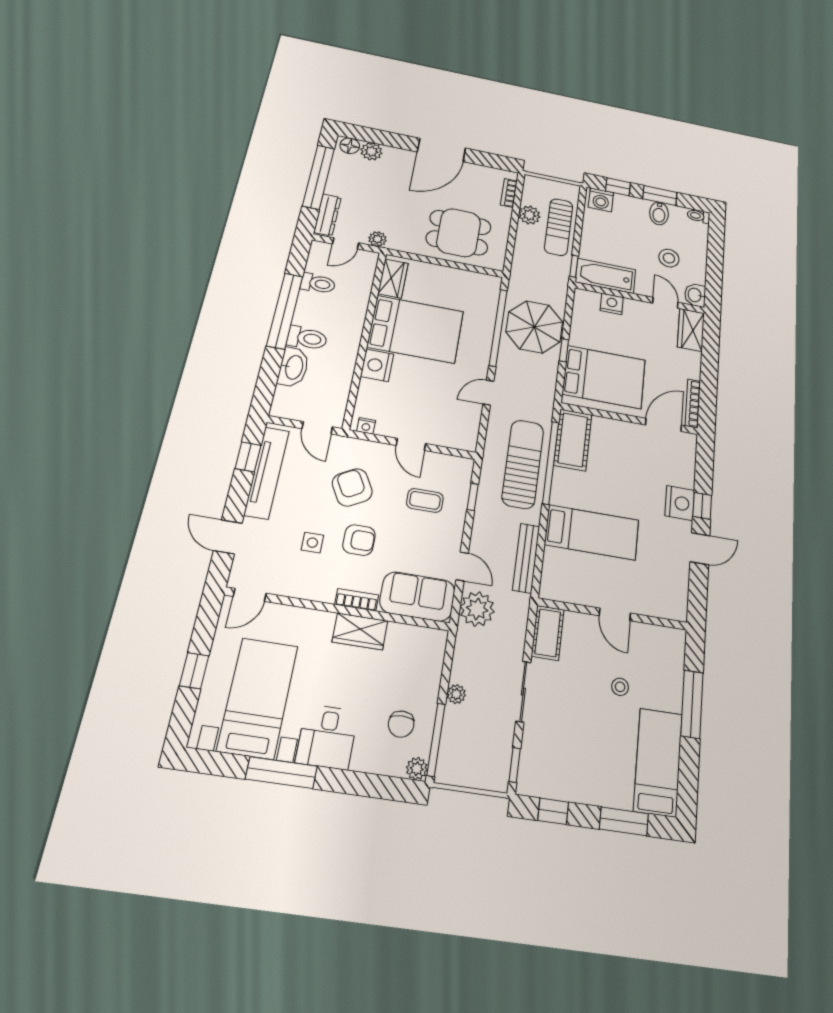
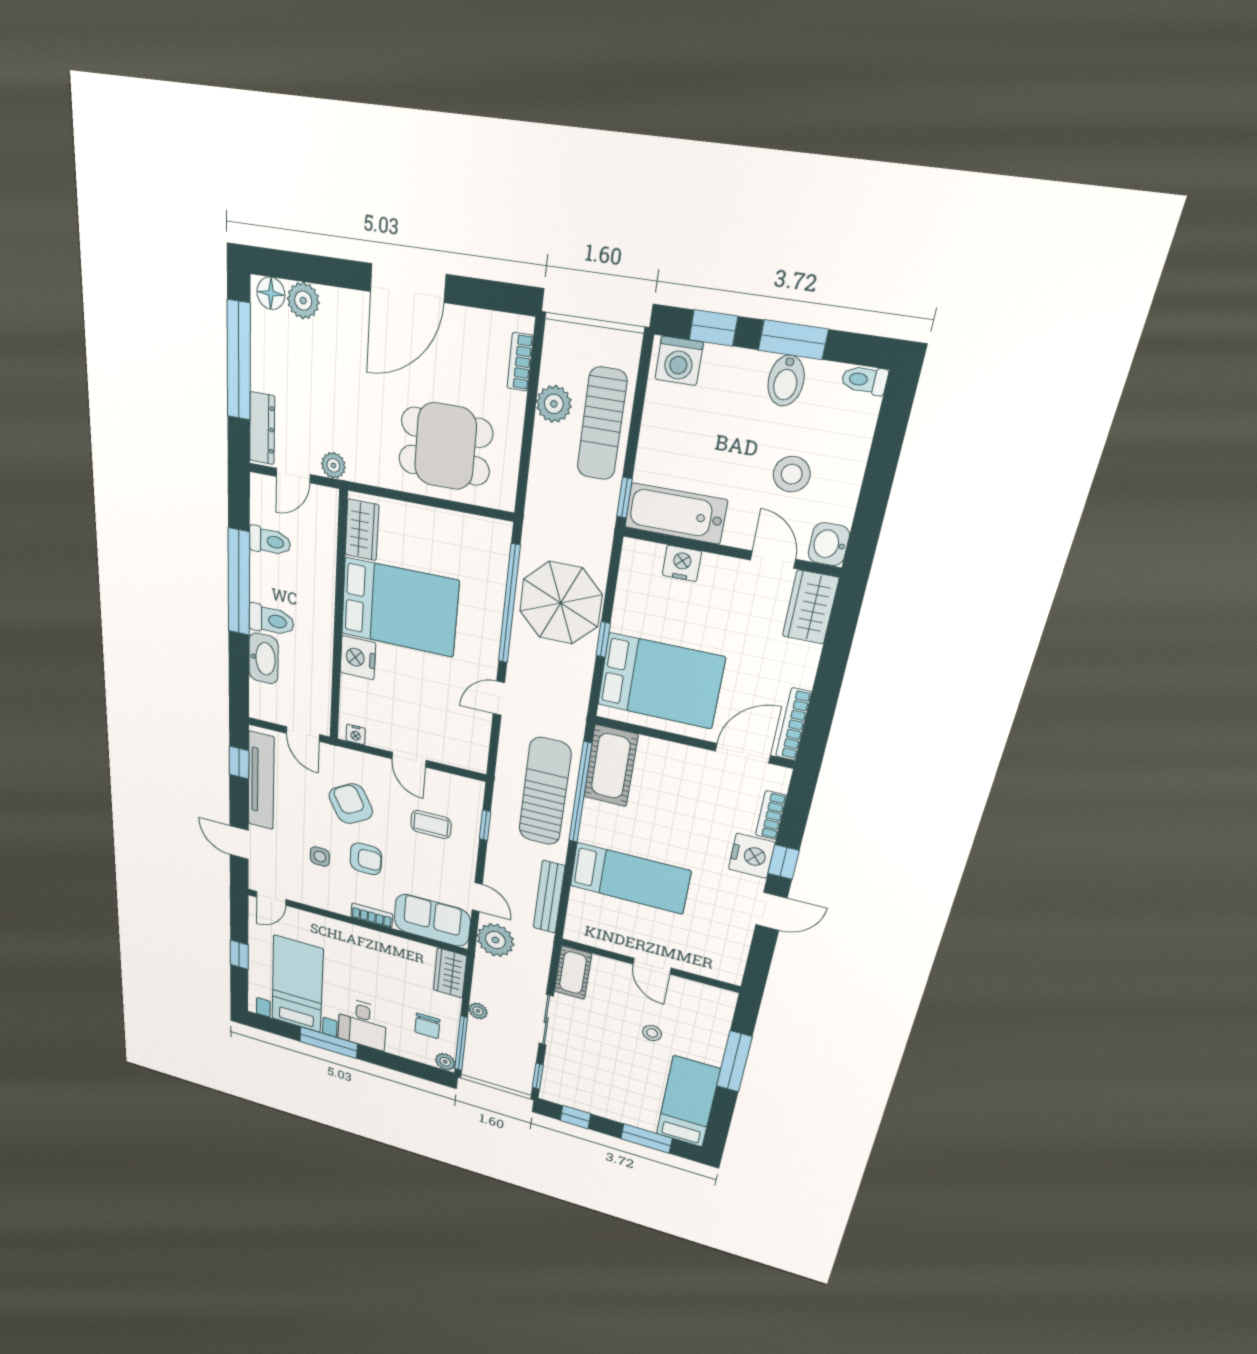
bookcase: (688, 470) -> (771, 815), added
wardrobe: (360, 631) -> (450, 973), moved, turned 90

